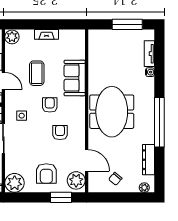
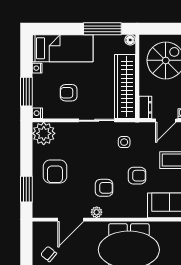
armchair: (46, 173) -> (55, 172), turned -90
plant: (76, 180) -> (97, 212), moved, width x0.53, depth x0.53

